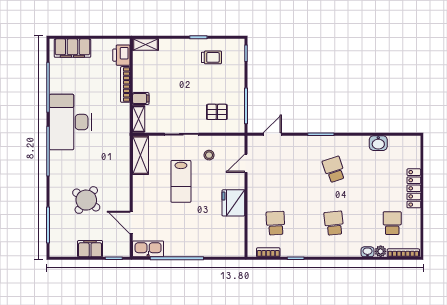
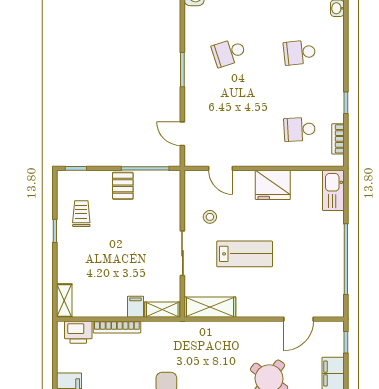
pallet: (217, 112) -> (123, 186), moved
kitchen sink: (148, 249) -> (333, 190), moved

